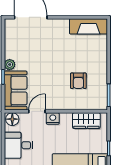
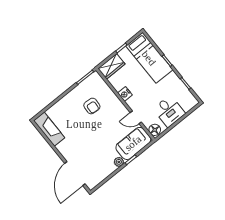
armchair: (78, 81) -> (92, 106), turned 94
nightstand: (53, 119) -> (125, 94), moved
wardrobe: (86, 121) -> (111, 66), moved, turned 90

